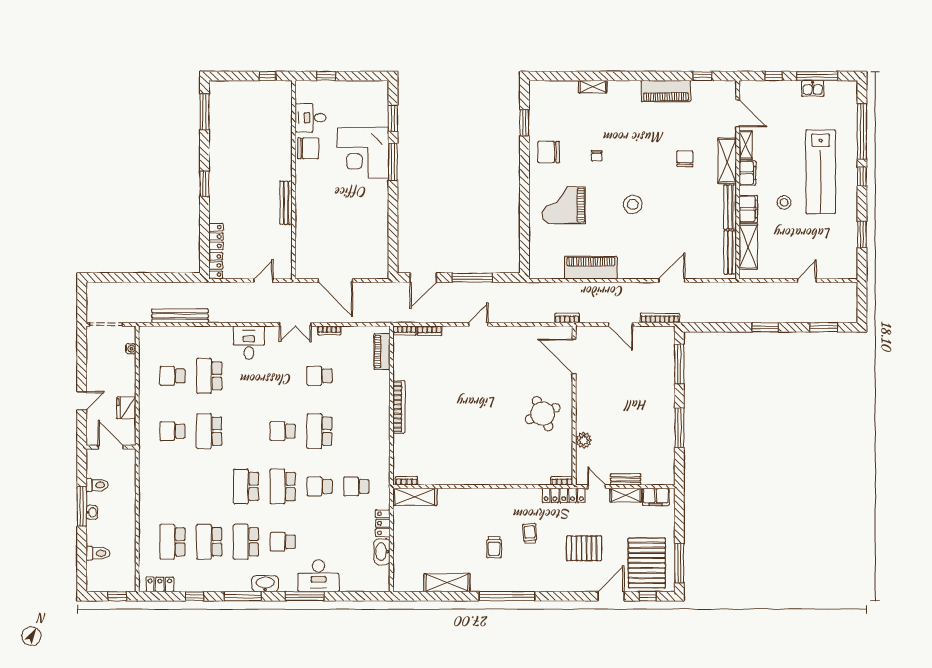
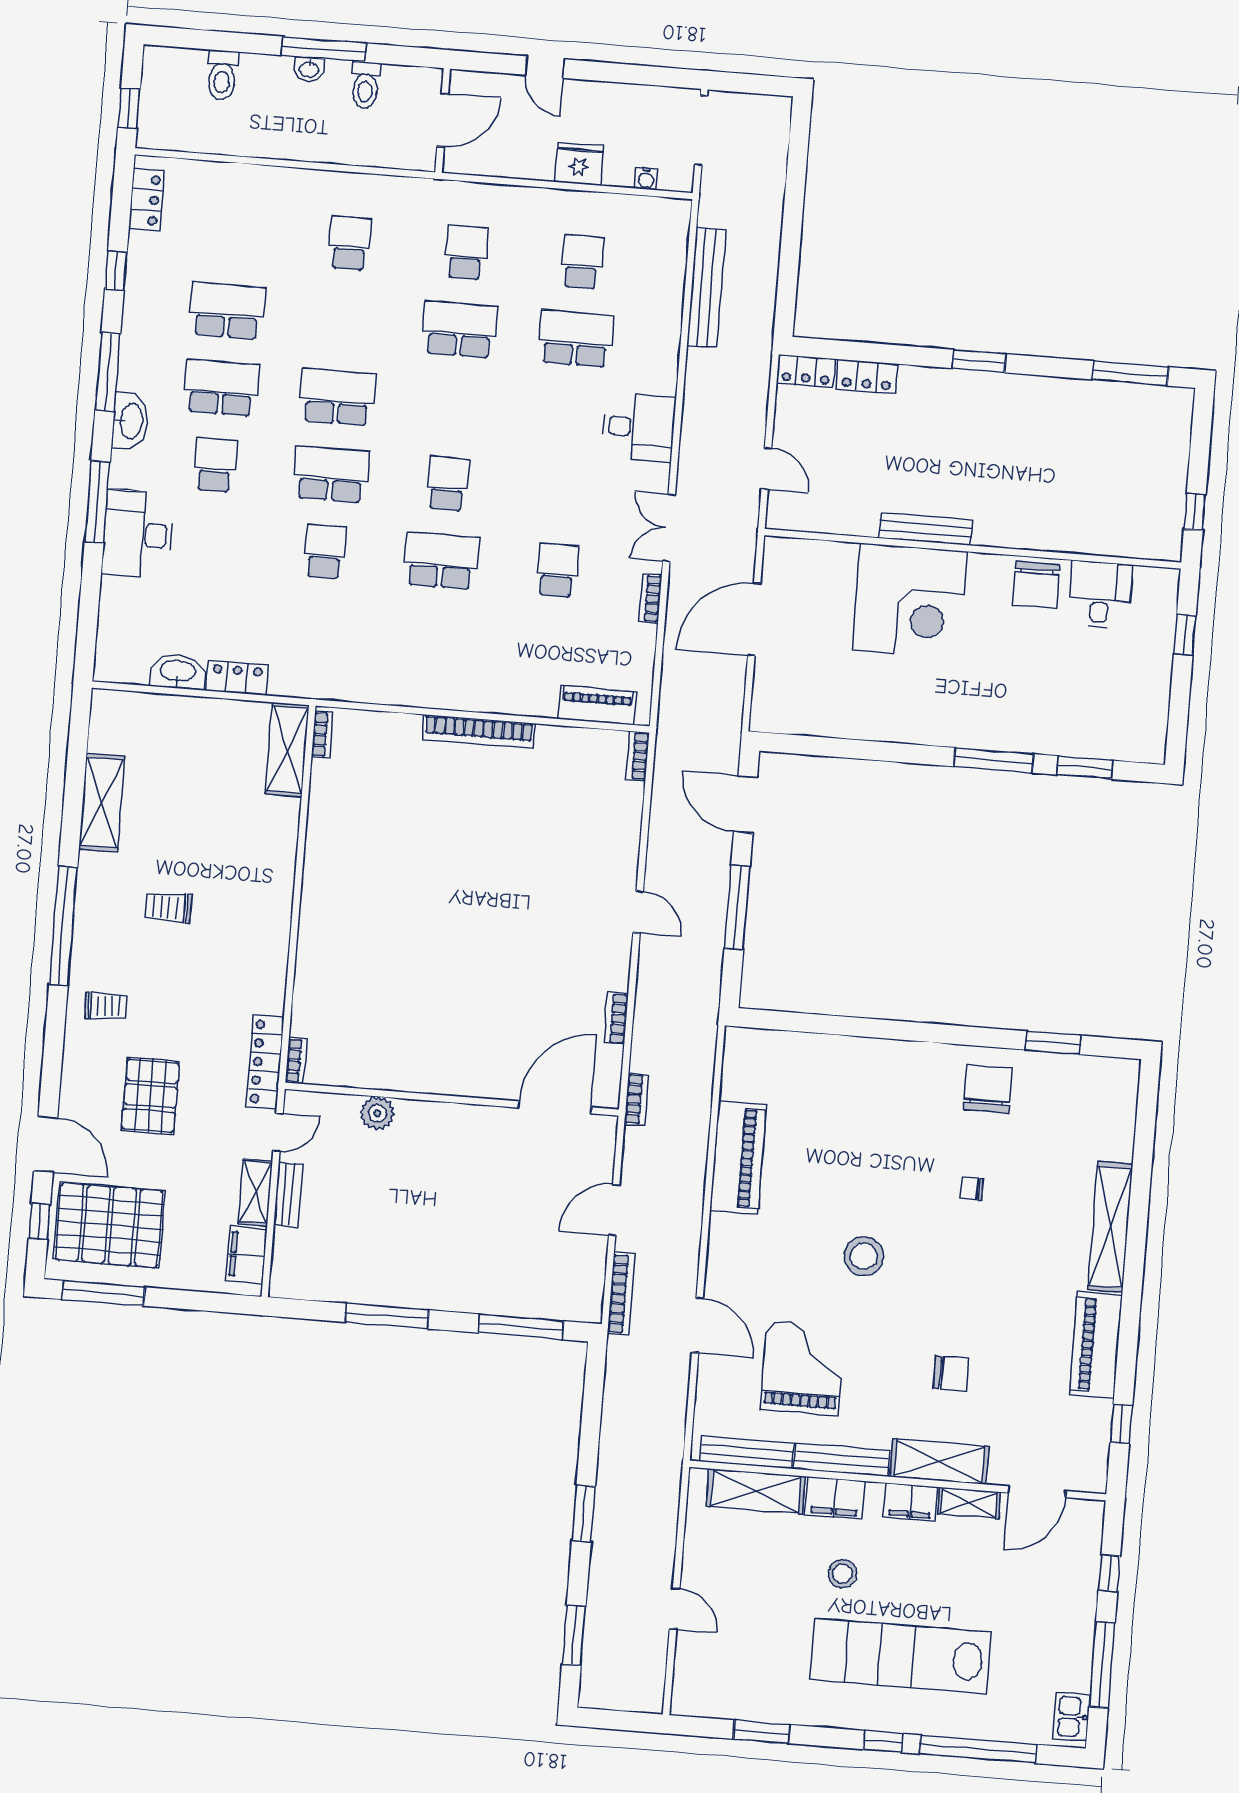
shelving: (593, 87) -> (1110, 1227), width x2.20, depth x1.33
kitchen sink: (813, 88) -> (1072, 1717), moved
corner desk: (363, 153) -> (909, 601), moved, turned 180
grand piano: (564, 205) -> (803, 1368), moved
bookcase: (429, 331) -> (616, 1019), moved
fridge: (126, 408) -> (579, 164), moved
round table: (543, 414) -> (440, 1032), removed
school desk: (356, 486) -> (319, 628), removed
trolley: (530, 534) -> (106, 1006), moved
school desk: (172, 542) -> (350, 243), moved, width x0.54

